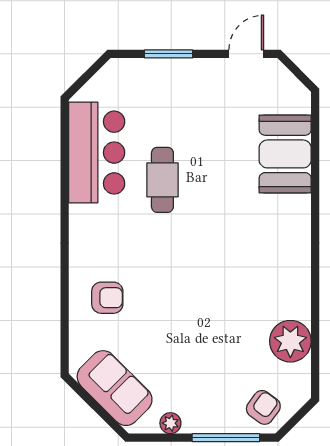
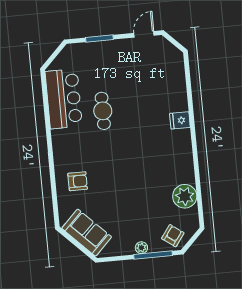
booth: (285, 154) -> (172, 89), removed
fridge: (295, 209) -> (180, 120), added
plant: (170, 423) -> (141, 248), moved

